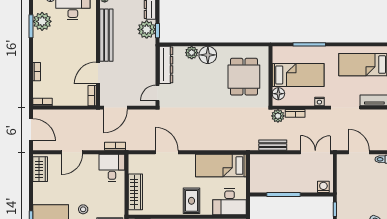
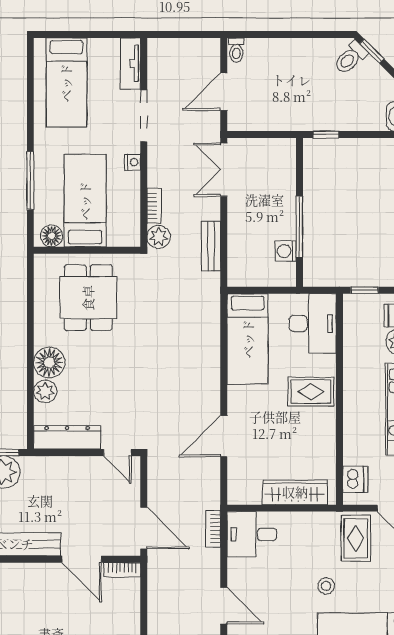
dining table: (244, 77) -> (88, 298), turned 90
floor lamp: (278, 94) -> (52, 236), moved
washing machine: (323, 187) -> (286, 251), moved

